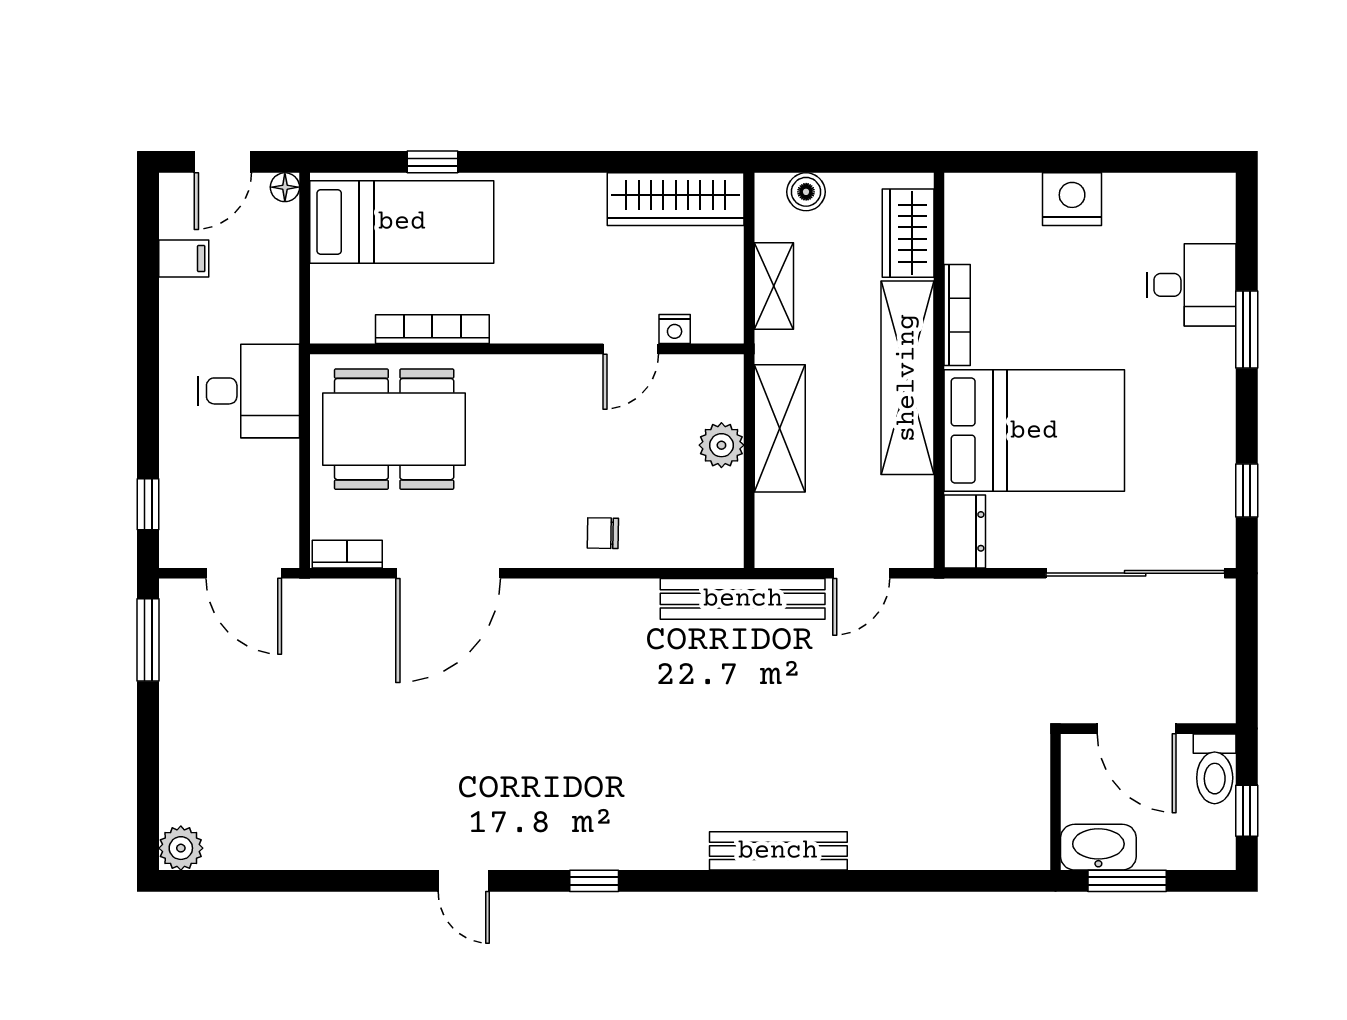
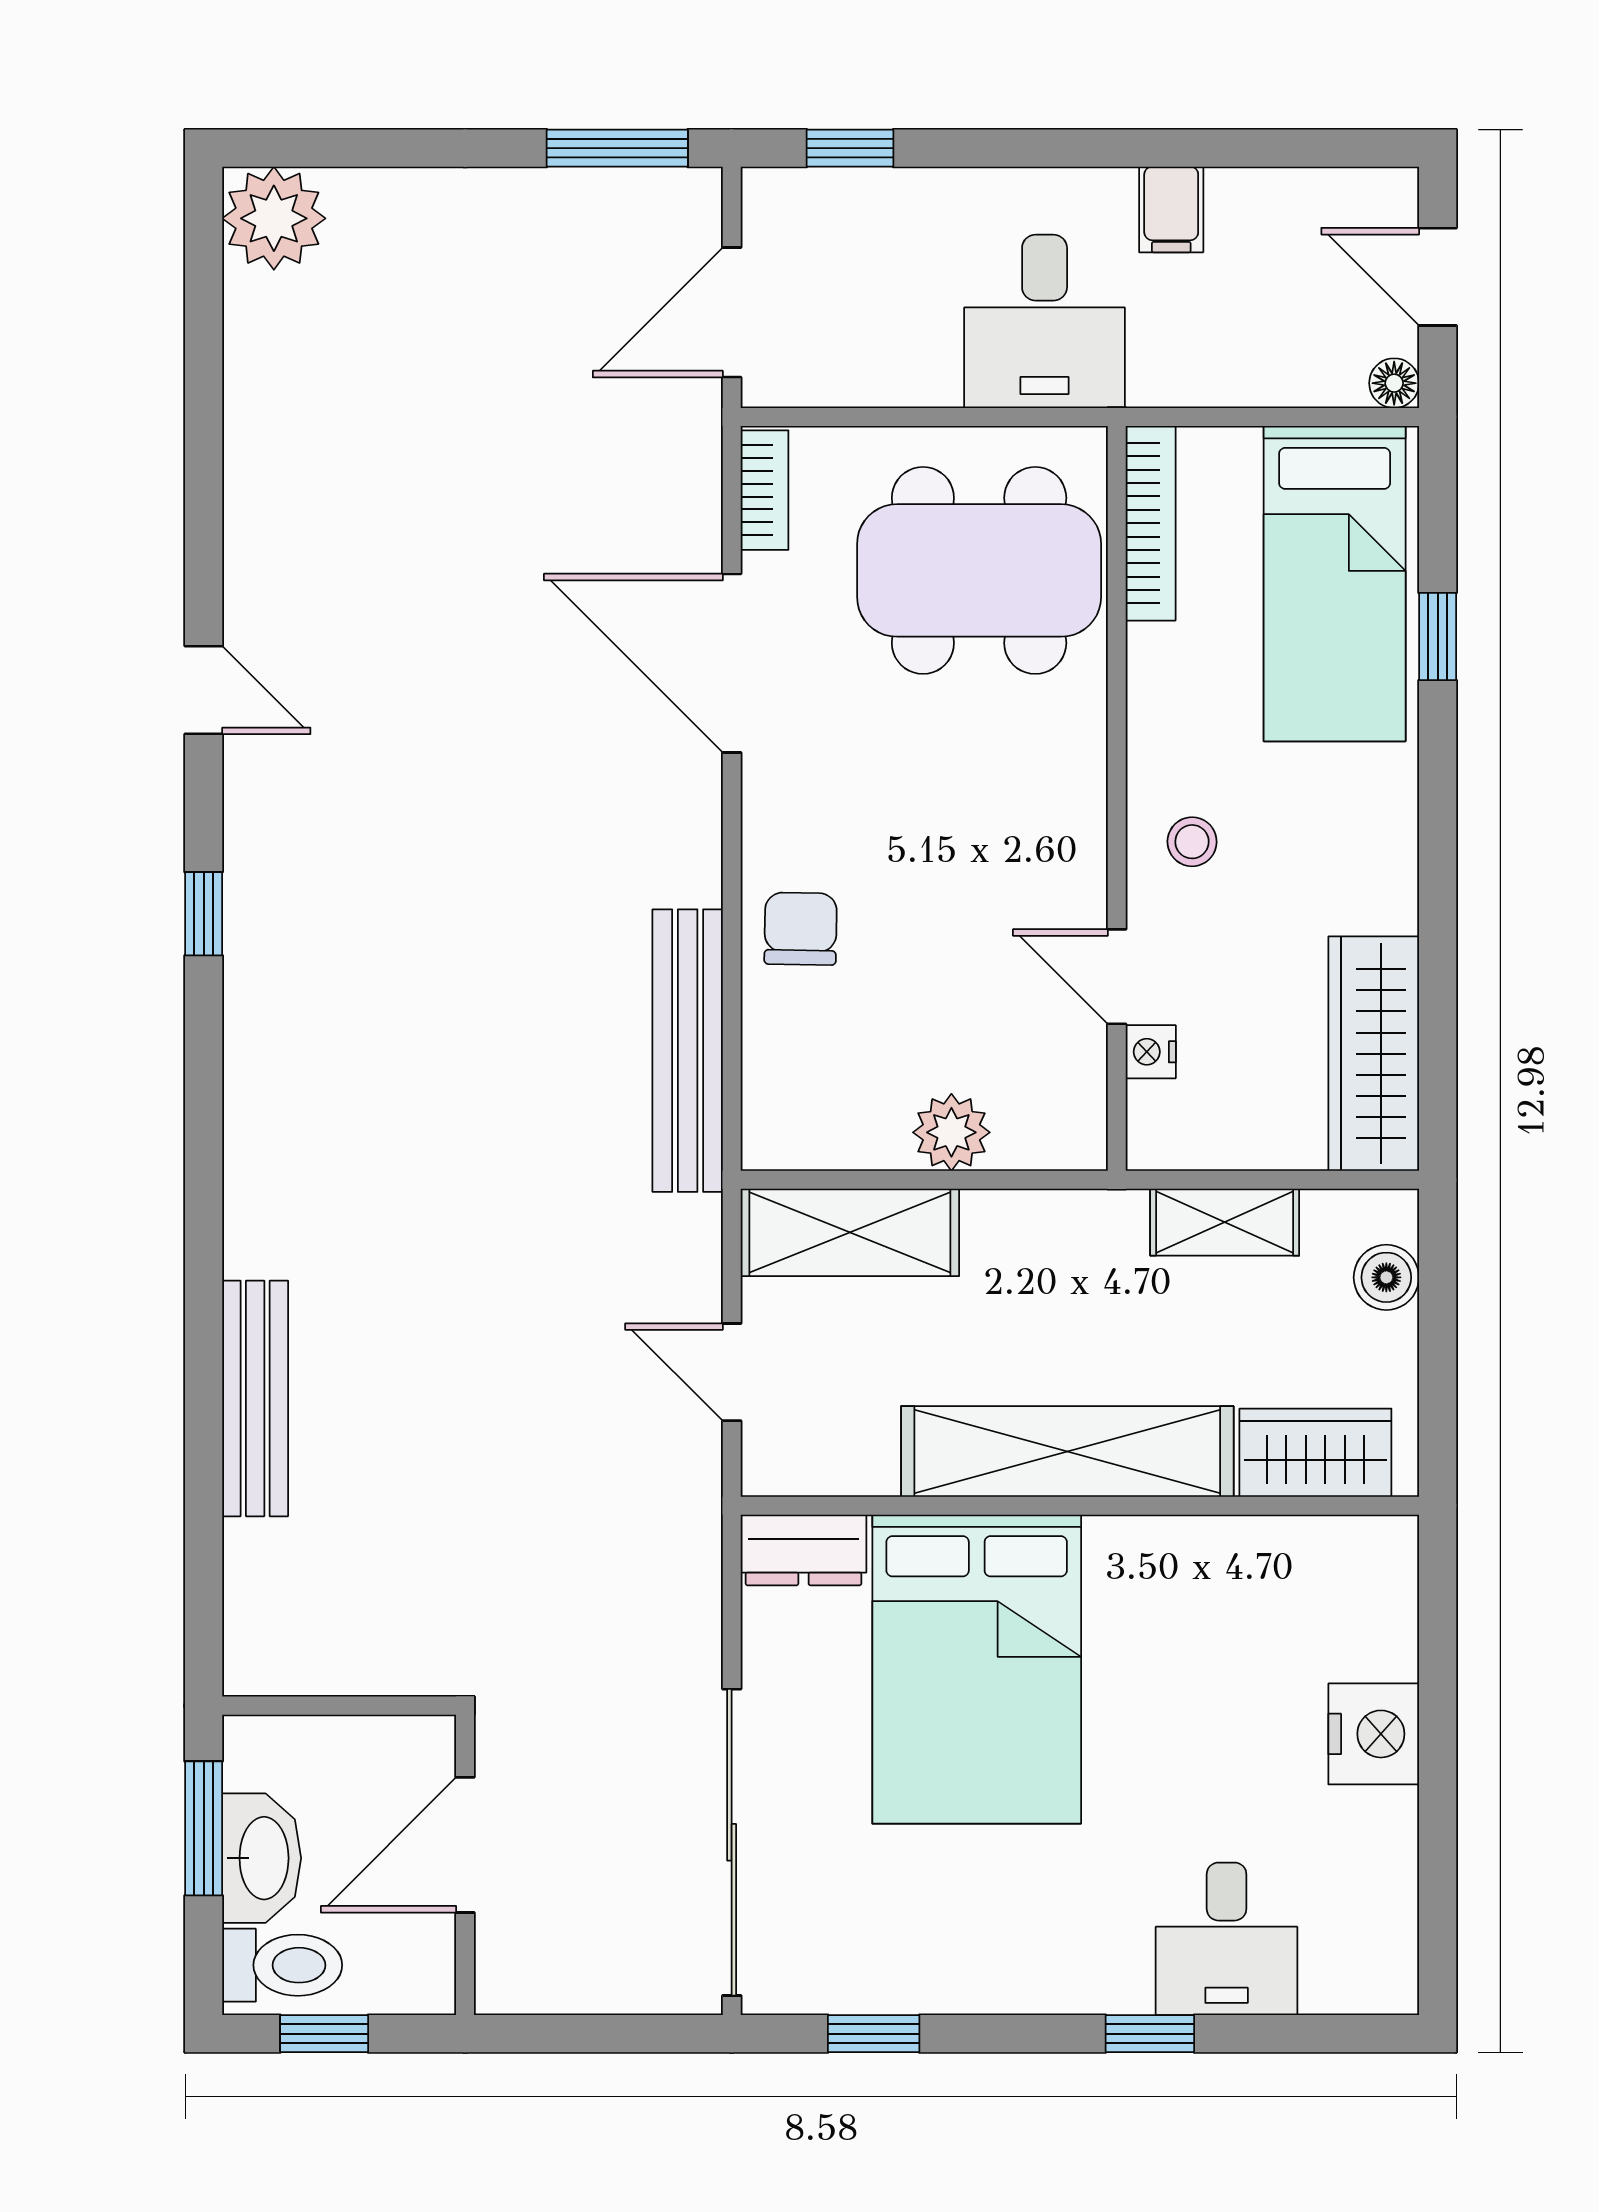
filing cabinet: (184, 259) -> (1171, 209), moved
stool: (552, 305) -> (1192, 842), added
bookcase: (957, 315) -> (1175, 1537), removed
bookcase: (432, 329) -> (1151, 523), moved
window: (1247, 330) -> (1150, 2034), width x0.67
shelving: (780, 428) -> (850, 1232), moved
dining table: (394, 429) -> (979, 570), turned 90
chair: (603, 533) -> (801, 929), width x1.37, depth x1.37
bench: (743, 599) -> (688, 1051), moved
toilet: (1215, 769) -> (282, 1965), moved, turned 180
washbasin: (1098, 847) -> (262, 1858), moved
plant: (181, 848) -> (274, 218), width x1.36, depth x1.36
bench: (778, 851) -> (255, 1398), moved
door: (464, 881) -> (204, 690), swing flipped

